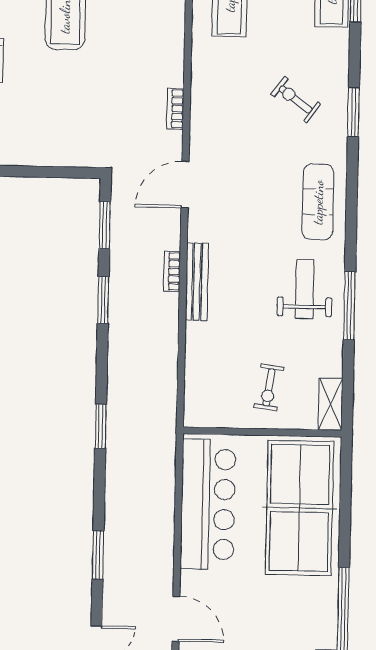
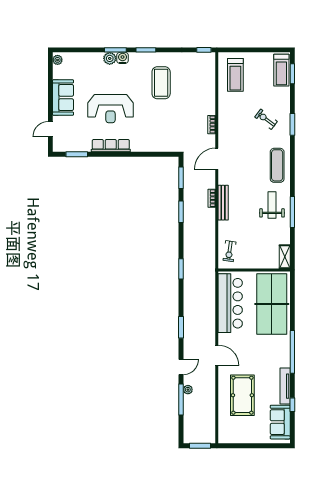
exercise bike: (269, 387) -> (229, 251), moved

